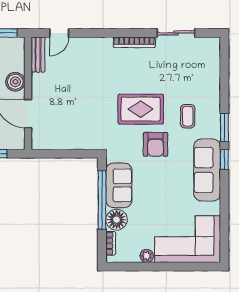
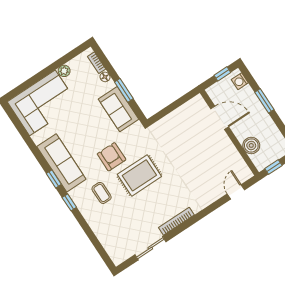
bench: (38, 55) -> (241, 166), removed
boiler: (15, 82) -> (251, 145), moved
window: (224, 127) -> (69, 202), width x0.67
window: (102, 200) -> (124, 90), width x0.47
floor lamp: (117, 220) -> (105, 77), width x0.53, depth x0.53

